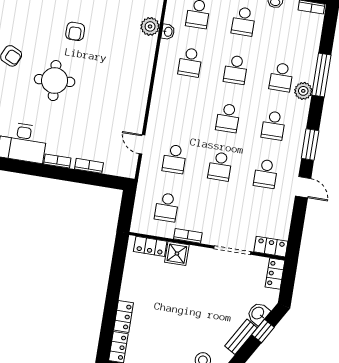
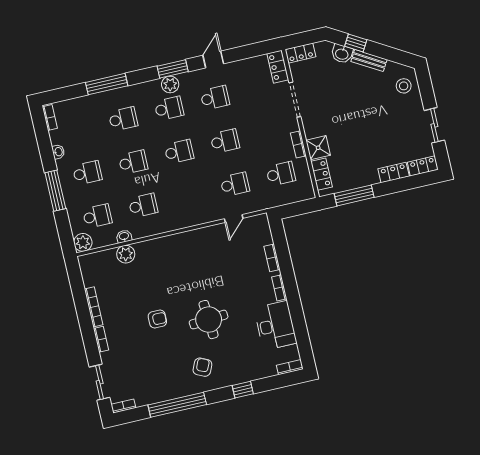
plant: (303, 91) -> (170, 84), moved
window: (117, 269) -> (354, 195), added

